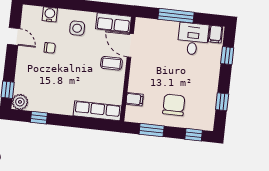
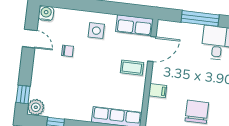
water cooler: (50, 14) -> (46, 13), moved
door: (130, 45) -> (152, 49), swing flipped
filing cabinet: (135, 99) -> (158, 91), moved

